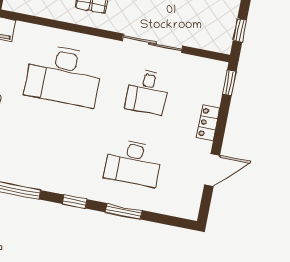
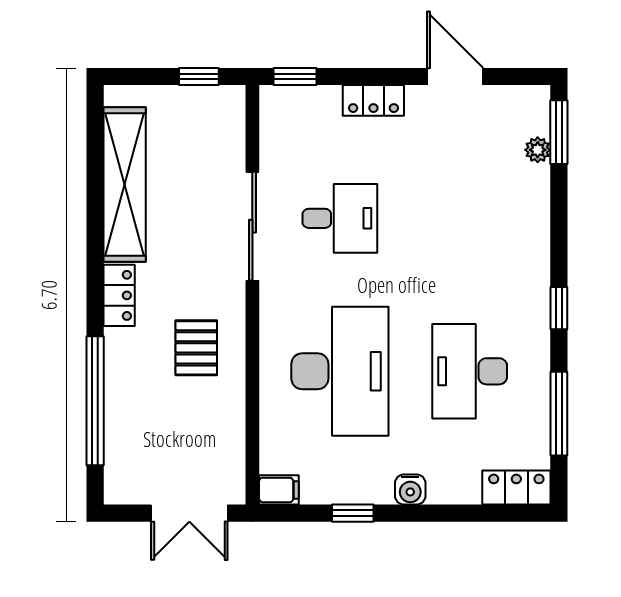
desk: (133, 163) -> (470, 371), moved, turned 180
plant: (163, 207) -> (538, 150), added
window: (124, 211) -> (559, 132), moved

